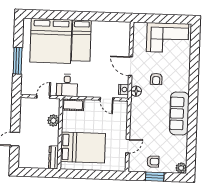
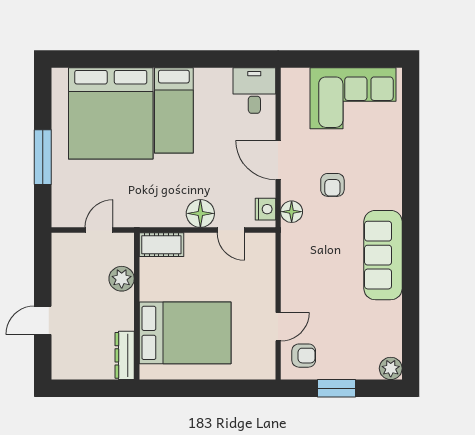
desk: (67, 85) -> (254, 91), moved, turned 180
floor lamp: (92, 90) -> (200, 213), added
armchair: (153, 162) -> (304, 356), moved

